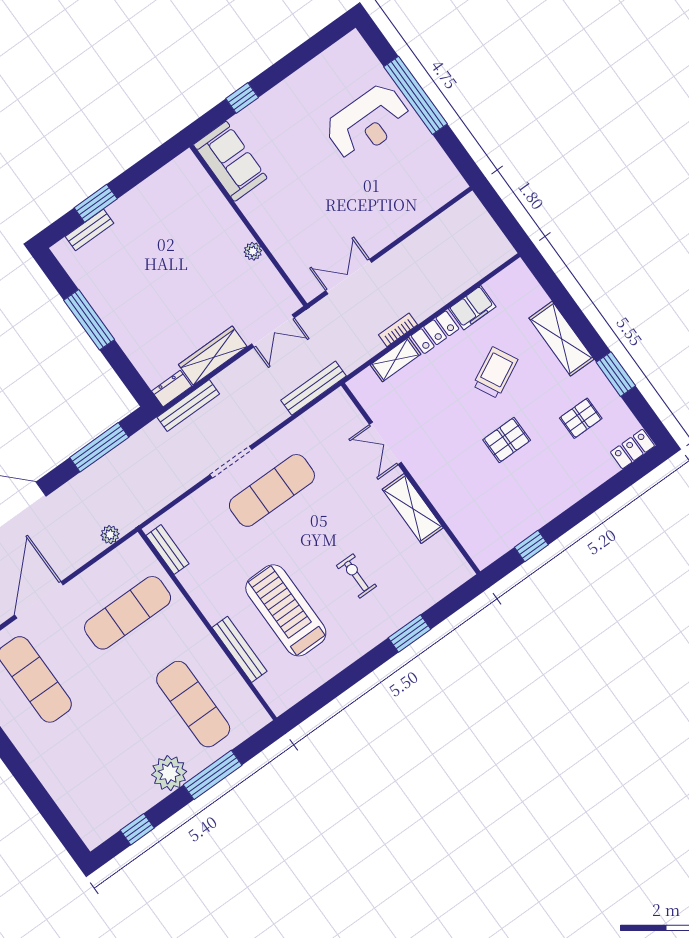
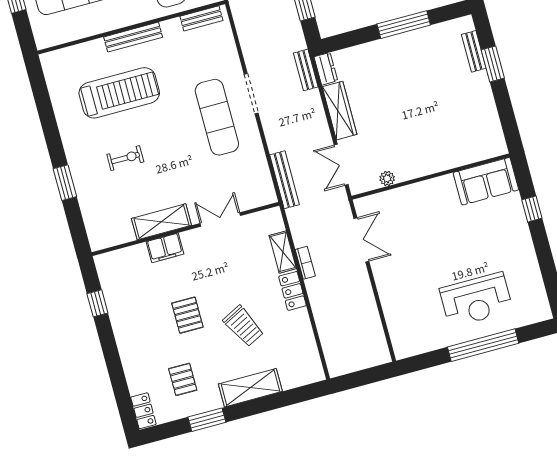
reception desk: (368, 122) -> (476, 300), turned -90
plant: (253, 251) -> (387, 178), moved
filing cabinet: (472, 308) -> (165, 248), moved, turned -90
bench: (188, 406) -> (306, 70), width x0.73
bench: (240, 649) -> (133, 37), moved

